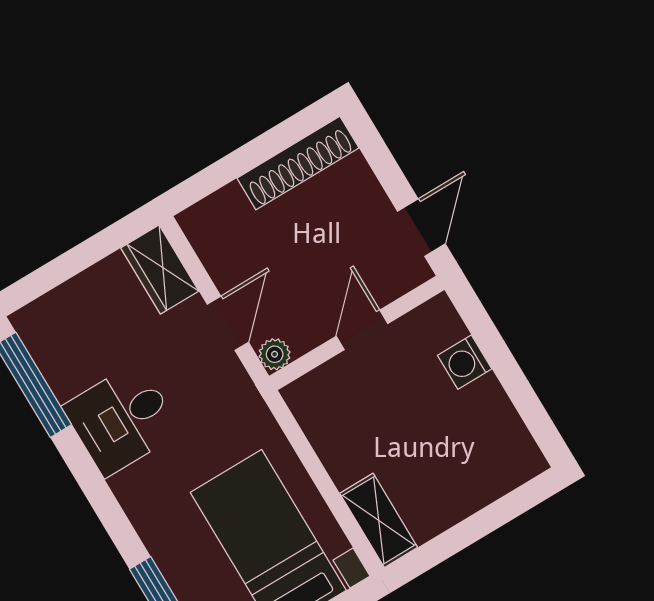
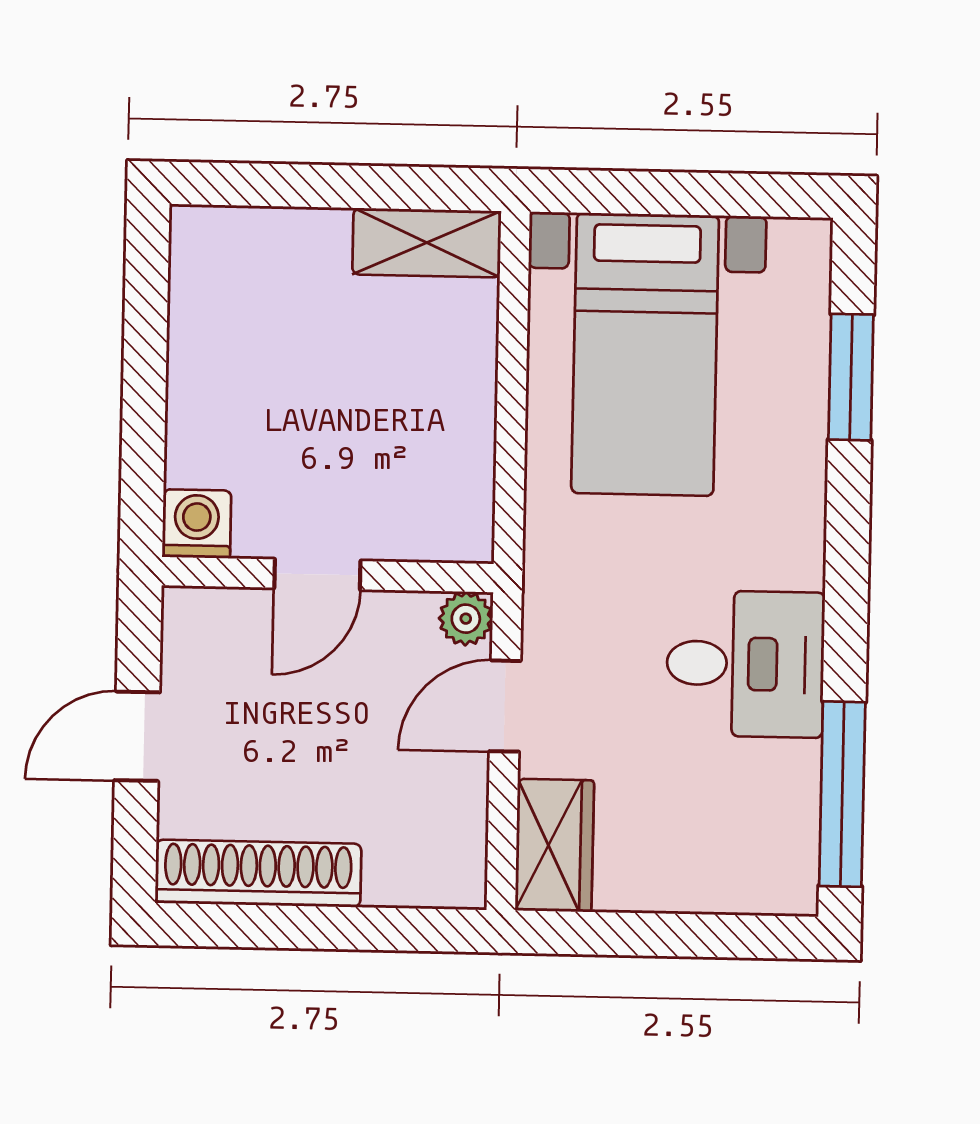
door: (421, 228) -> (137, 736), moved
washing machine: (465, 362) -> (197, 524), moved, turned -90
shelving: (379, 520) -> (427, 243), moved, turned 90

